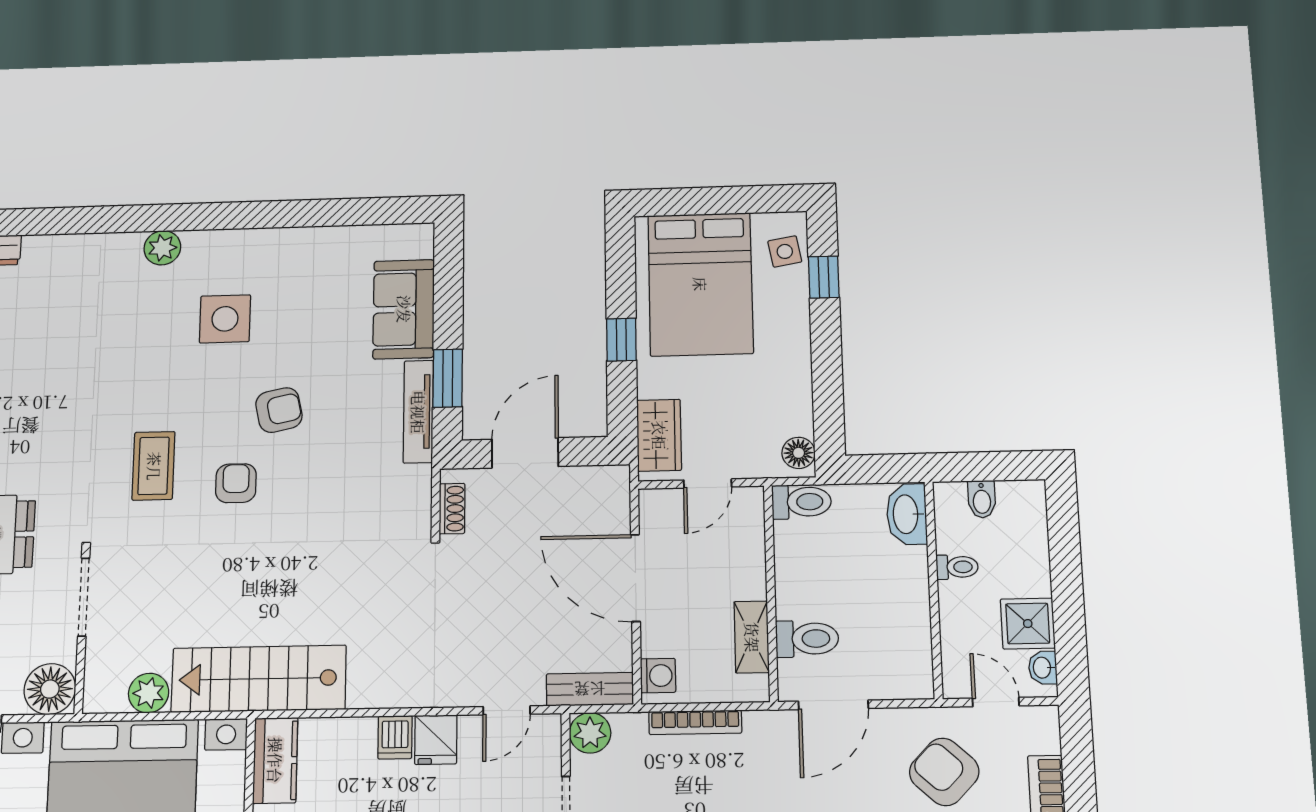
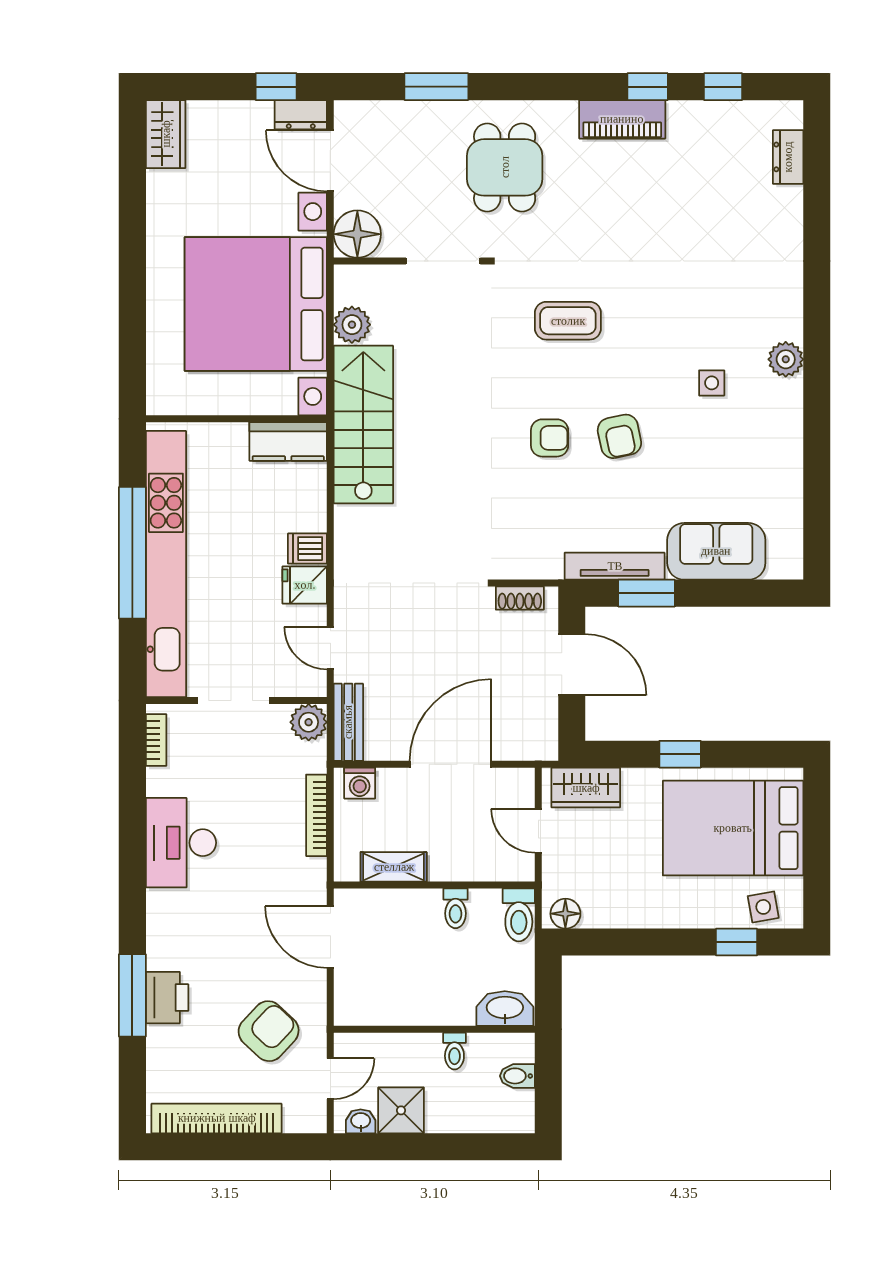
plant: (162, 248) -> (786, 359), moved
side table: (225, 319) -> (712, 383), width x0.54, depth x0.54
armchair: (236, 483) -> (550, 438), moved
toilet: (807, 639) -> (456, 908), moved, width x0.73, depth x0.72

